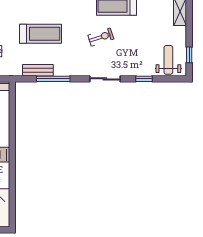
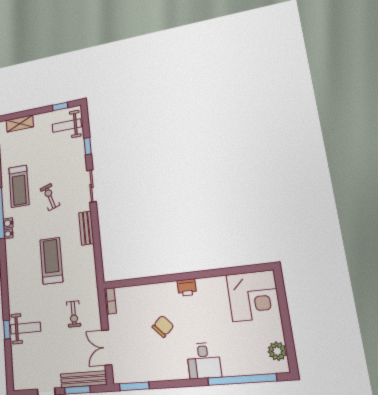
bench: (38, 70) -> (86, 228), moved
window: (53, 79) -> (97, 241), removed

